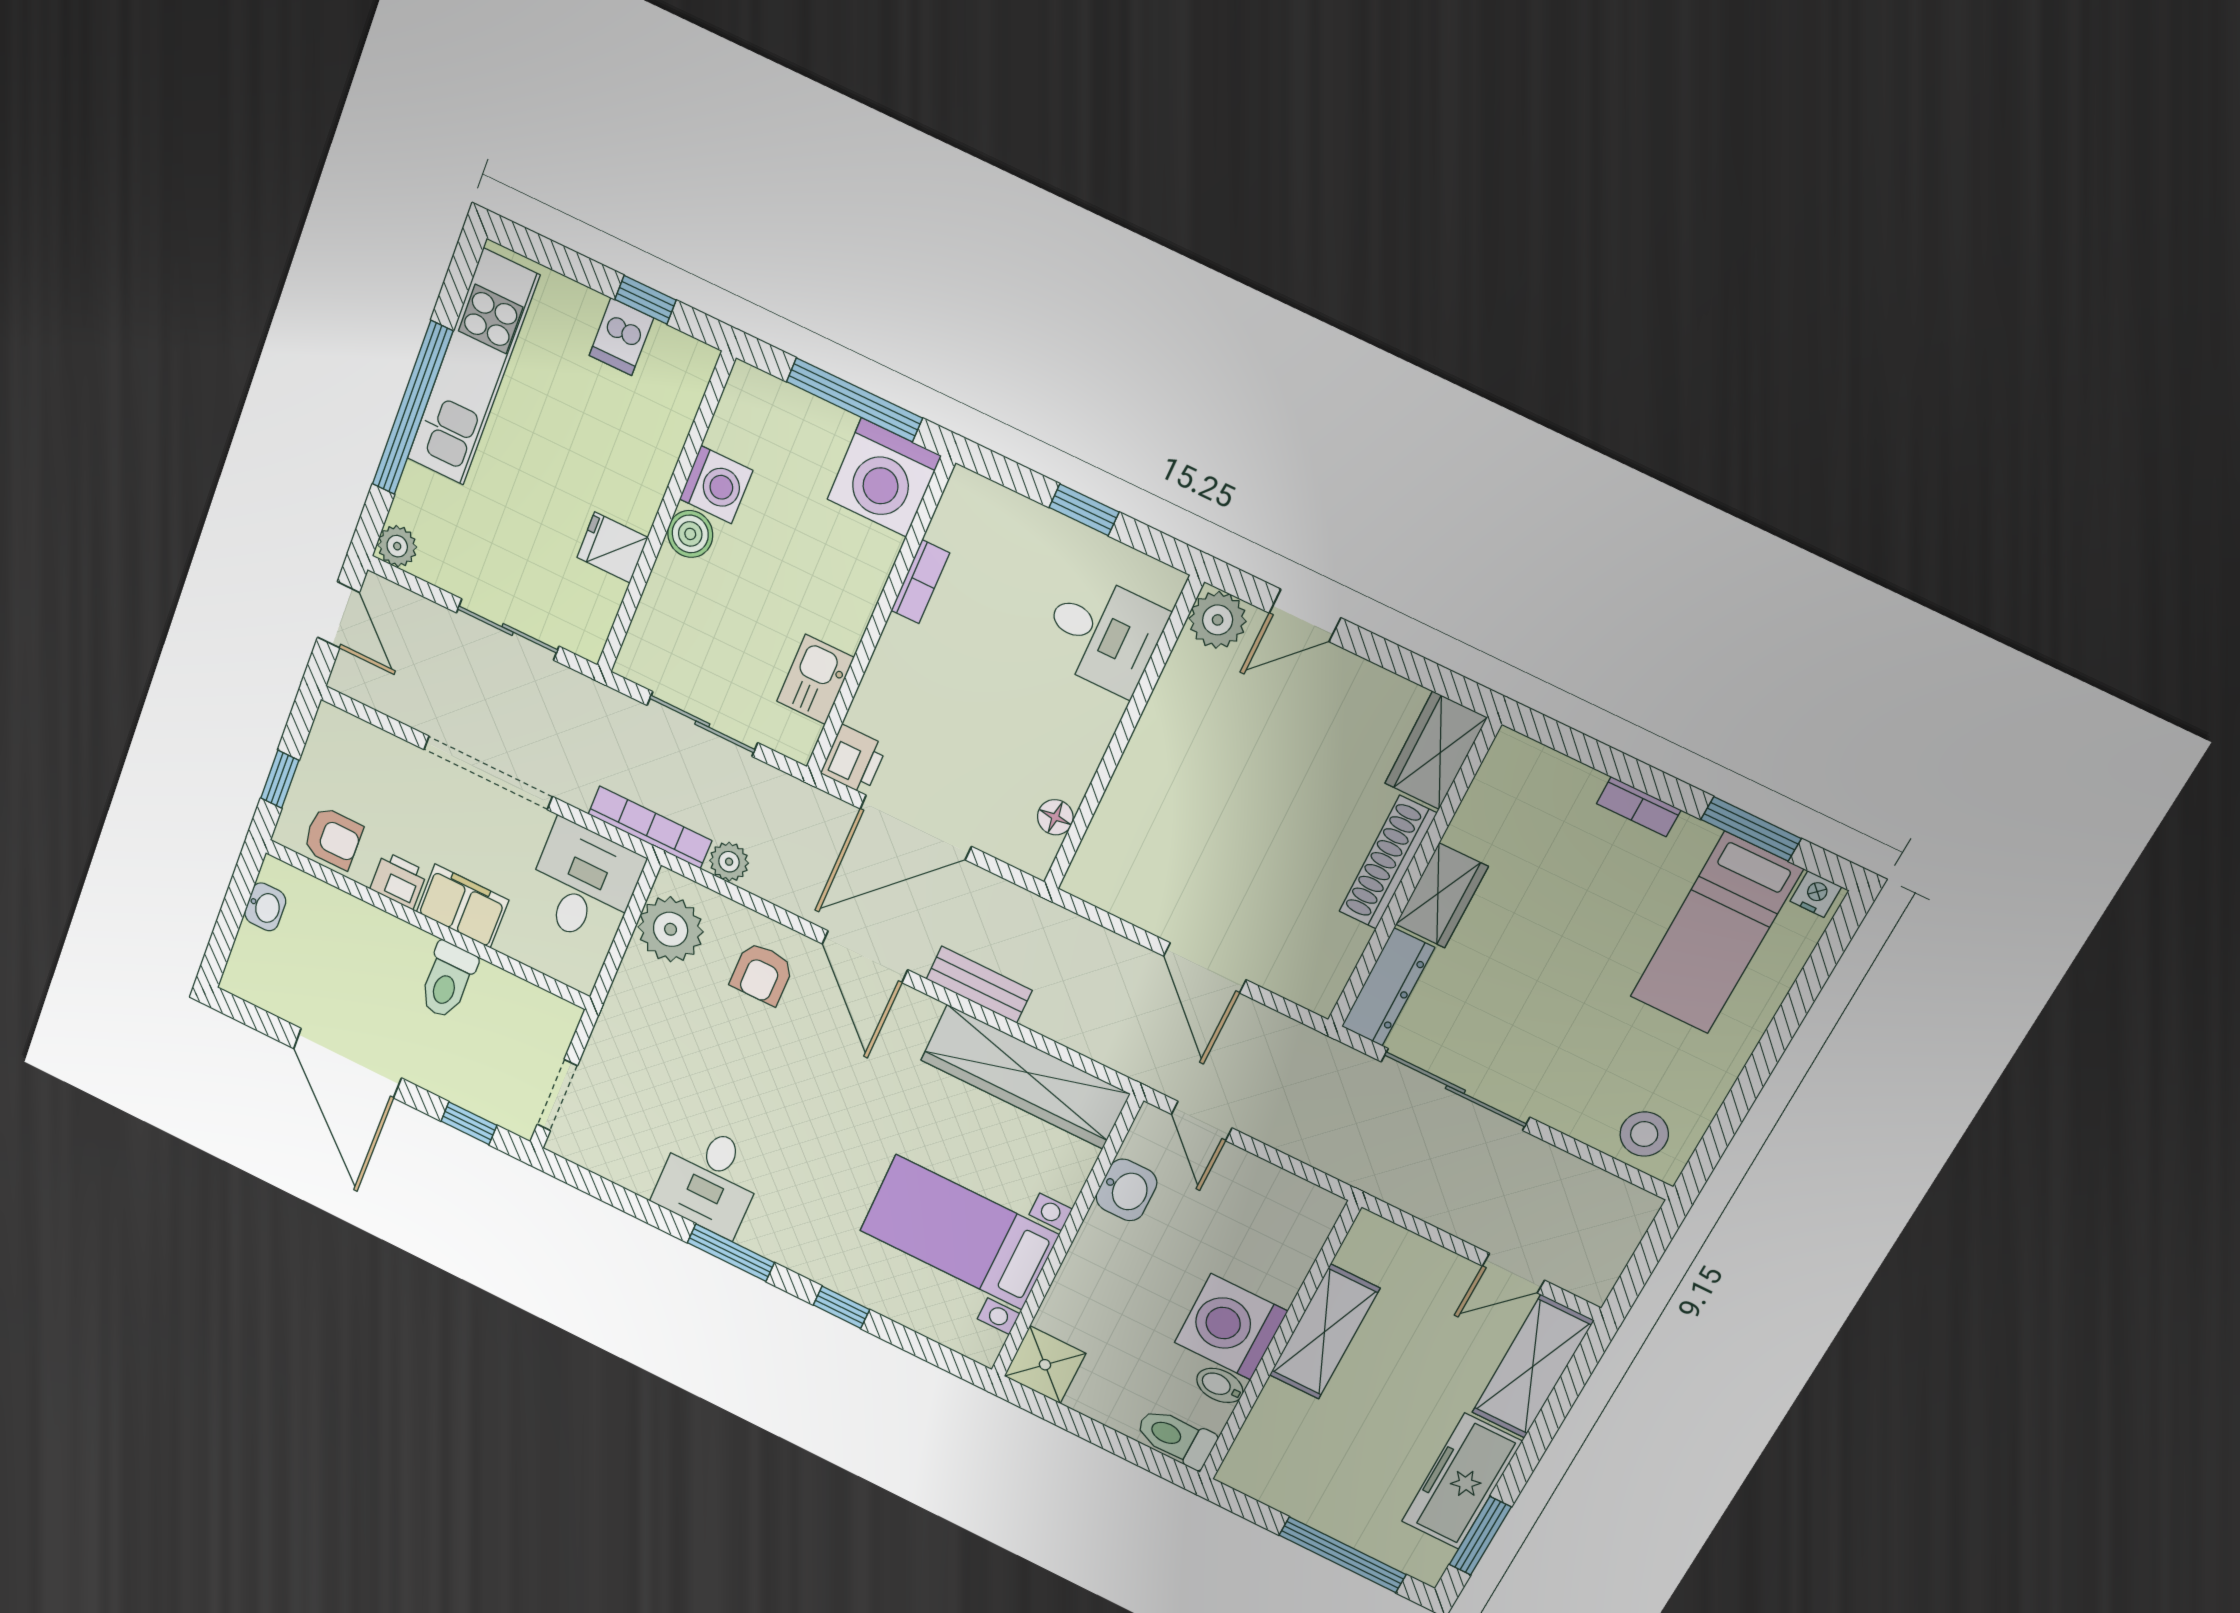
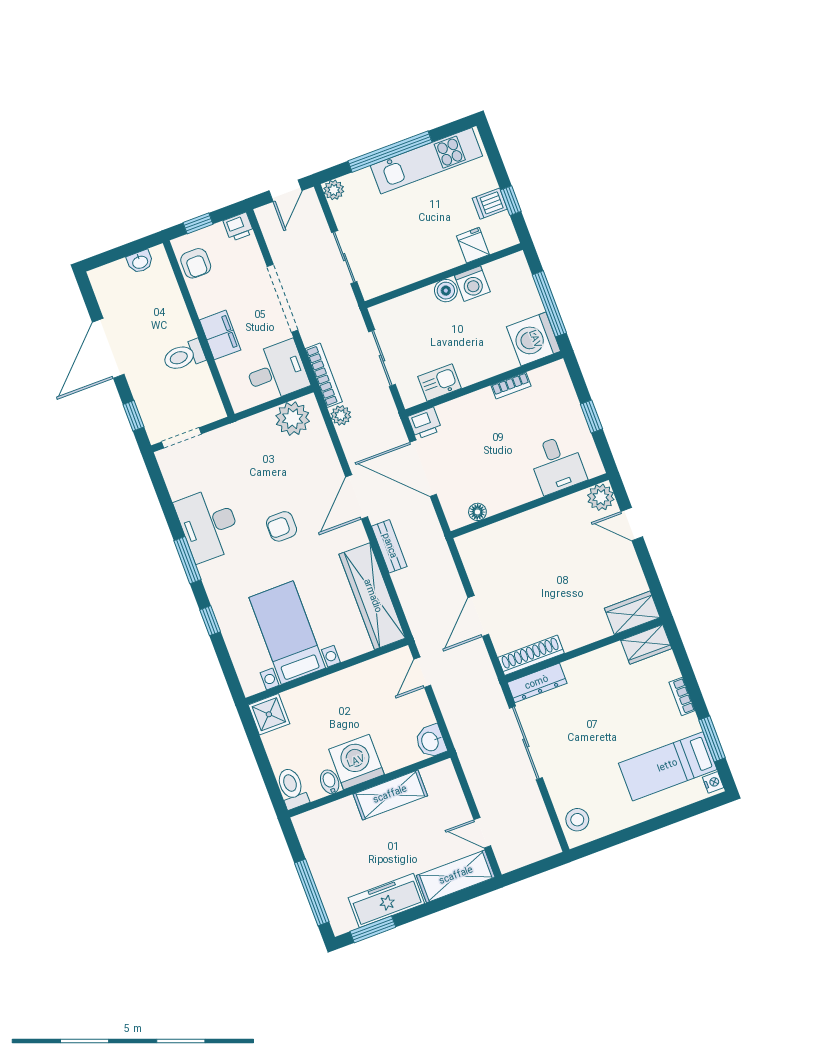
fridge: (612, 547) -> (473, 245), moved
shoe rack: (1388, 862) -> (531, 655), moved
printer: (399, 880) -> (238, 227), moved, turned 90
wardrobe: (1442, 895) -> (646, 644), moved
armchair: (762, 974) -> (282, 526), moved
desk: (709, 1180) -> (209, 525), width x1.37
washbasin: (1126, 1190) -> (431, 741), moved, turned 90

